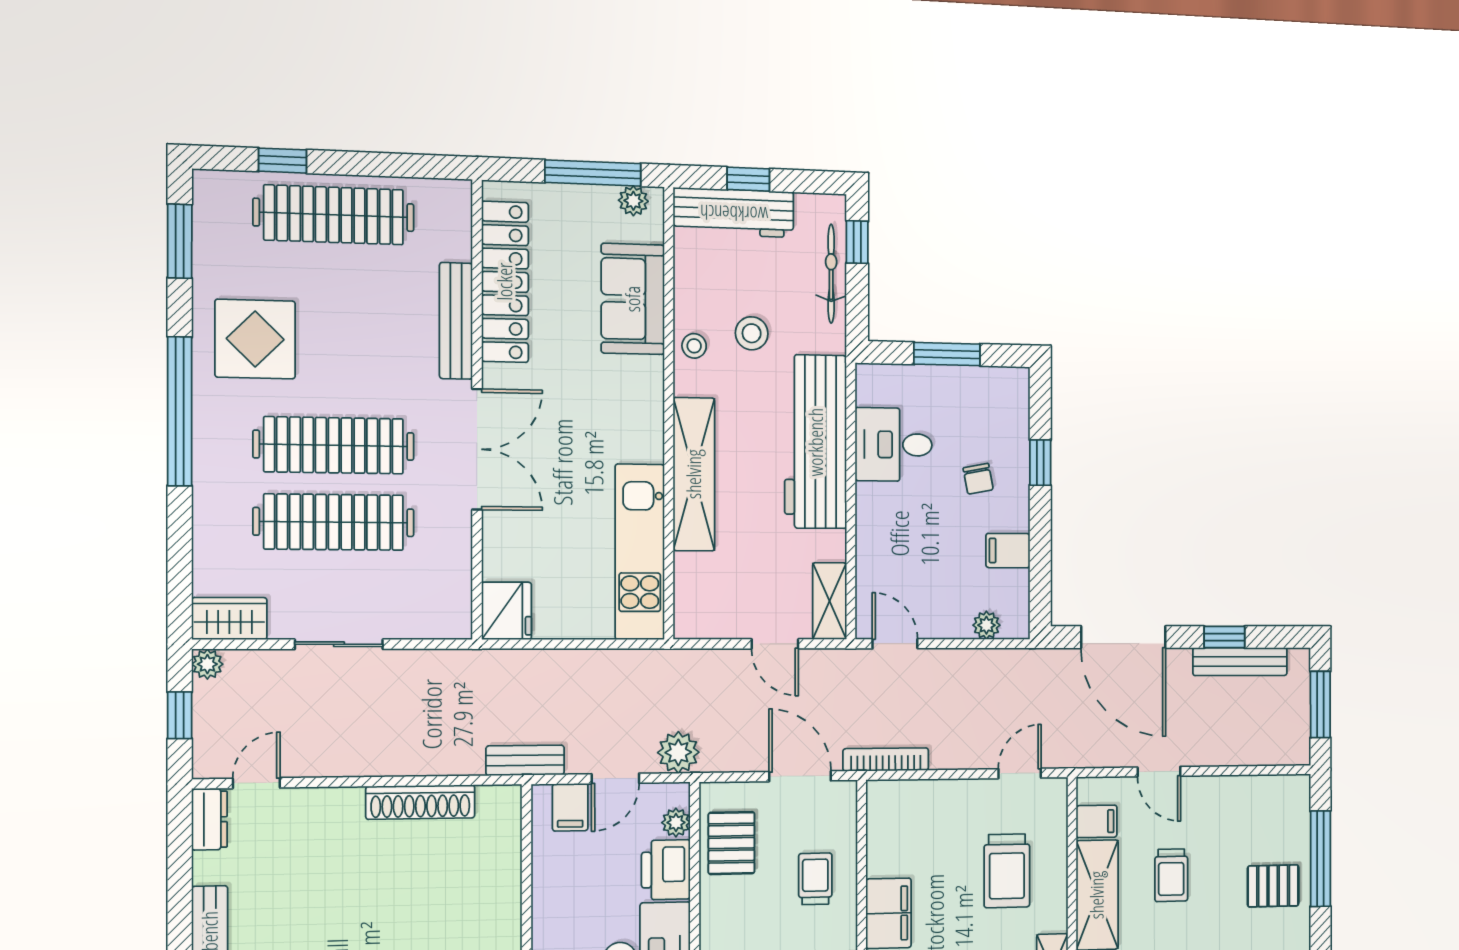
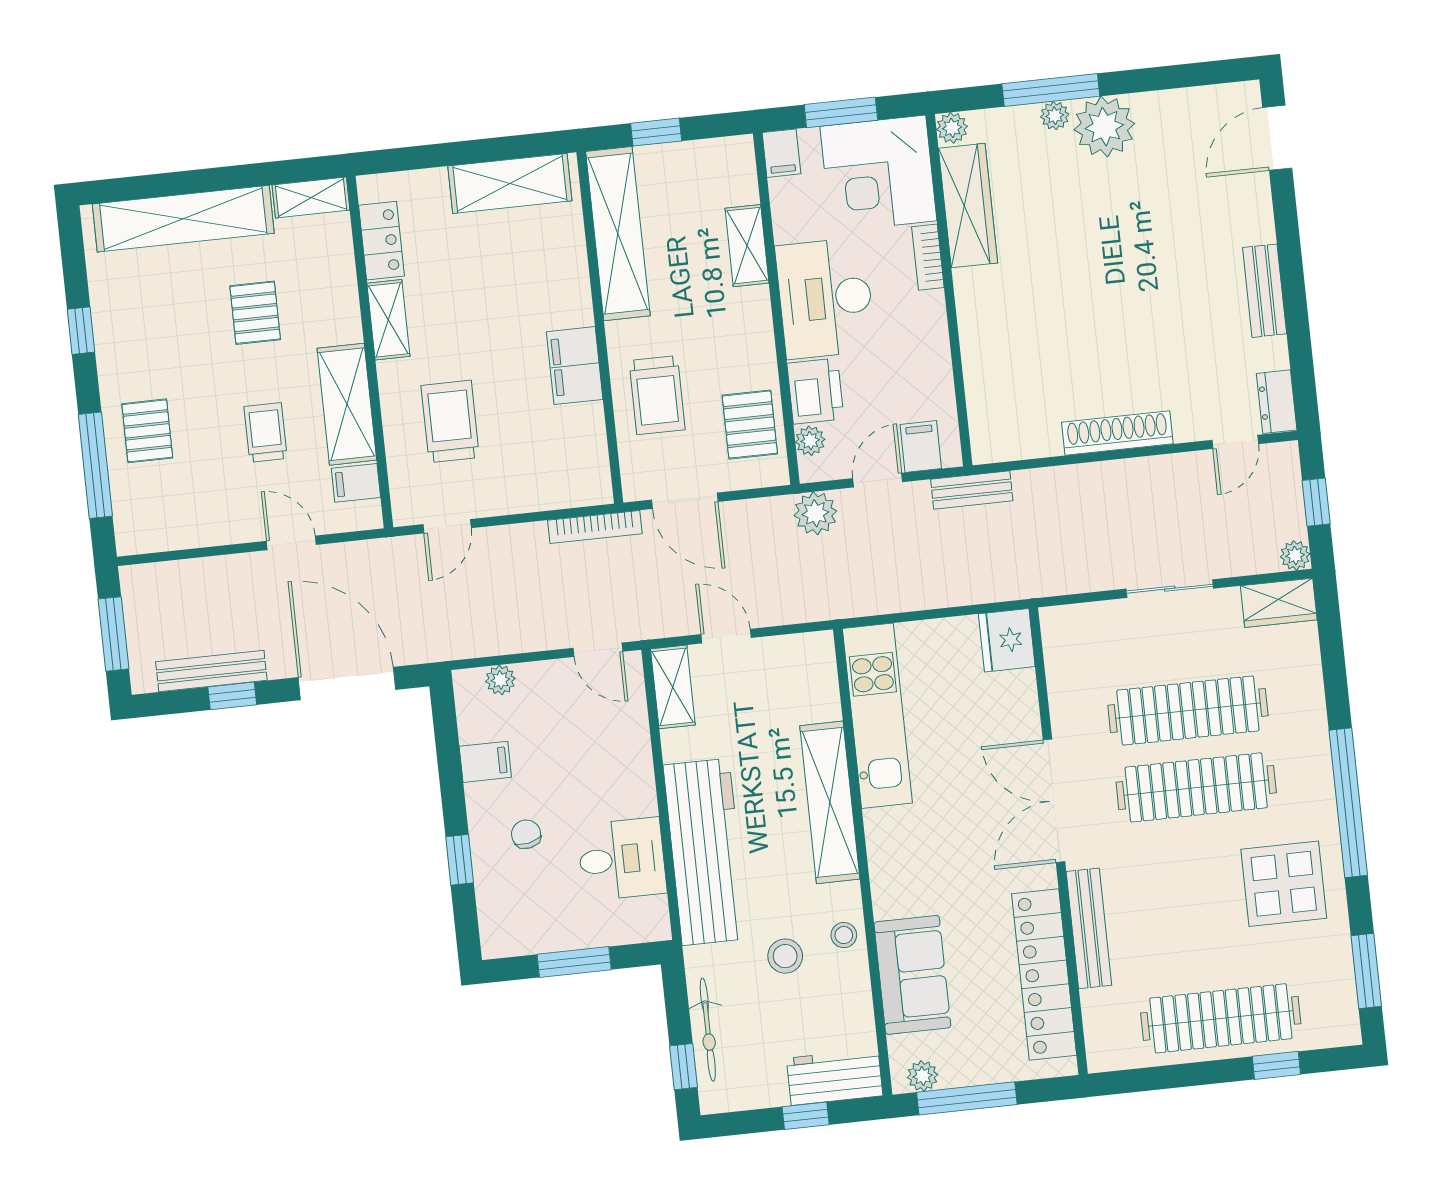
workbench: (734, 213) -> (835, 1077), width x0.73
shoe rack: (420, 802) -> (1117, 433), moved
trolley: (815, 879) -> (657, 395), width x1.36, depth x1.39
pallet: (1273, 886) -> (147, 431), turned 90

